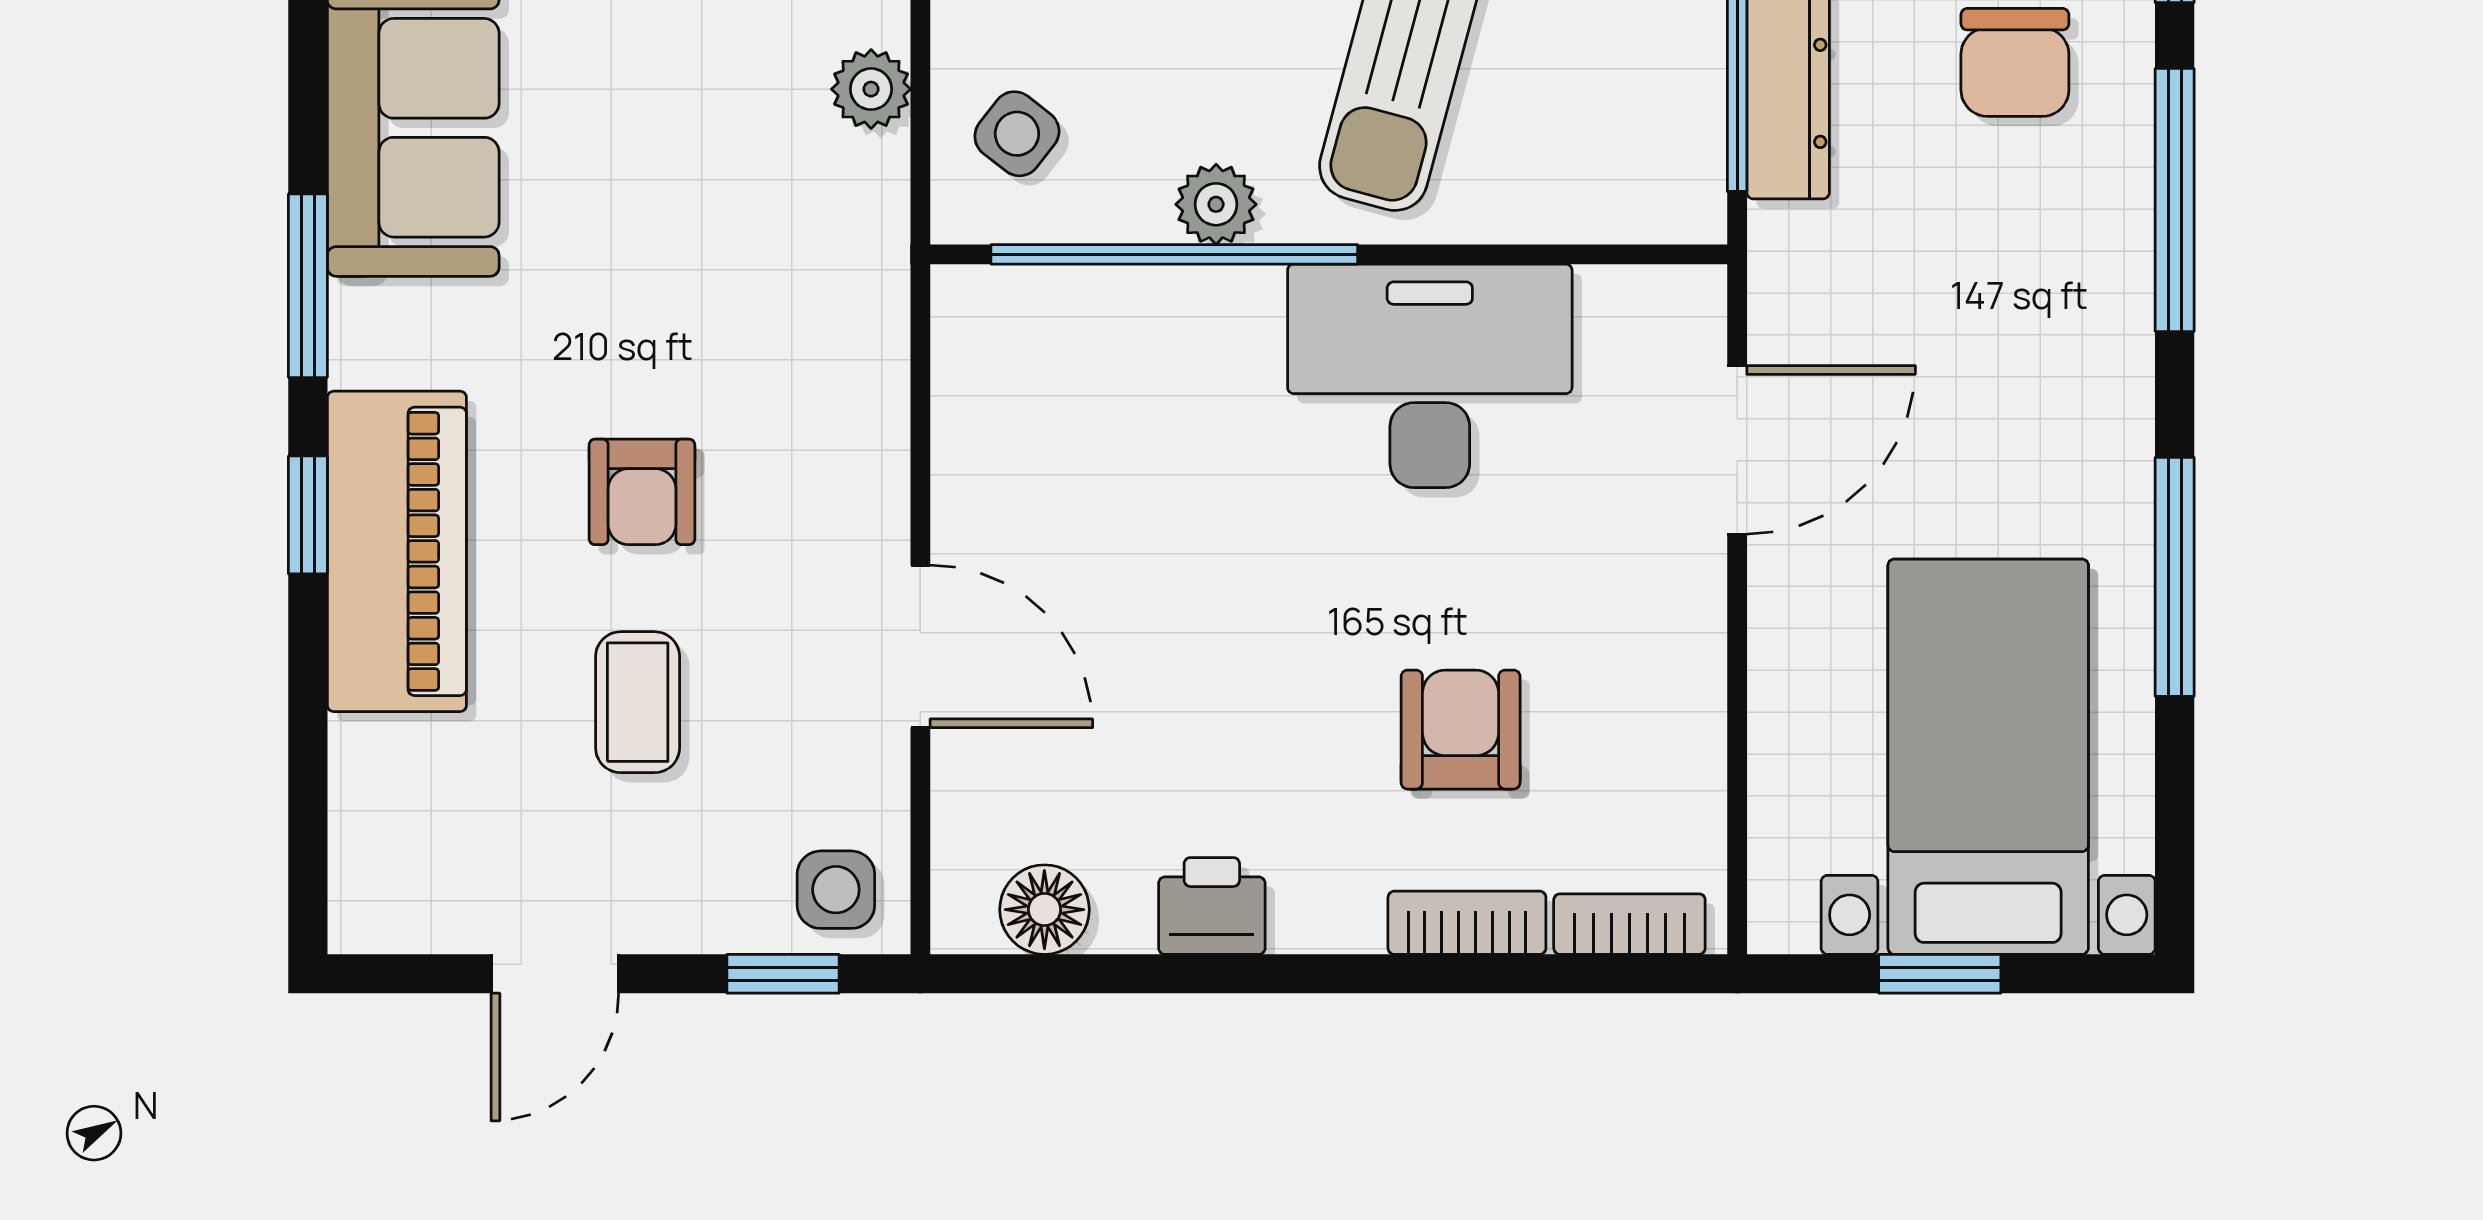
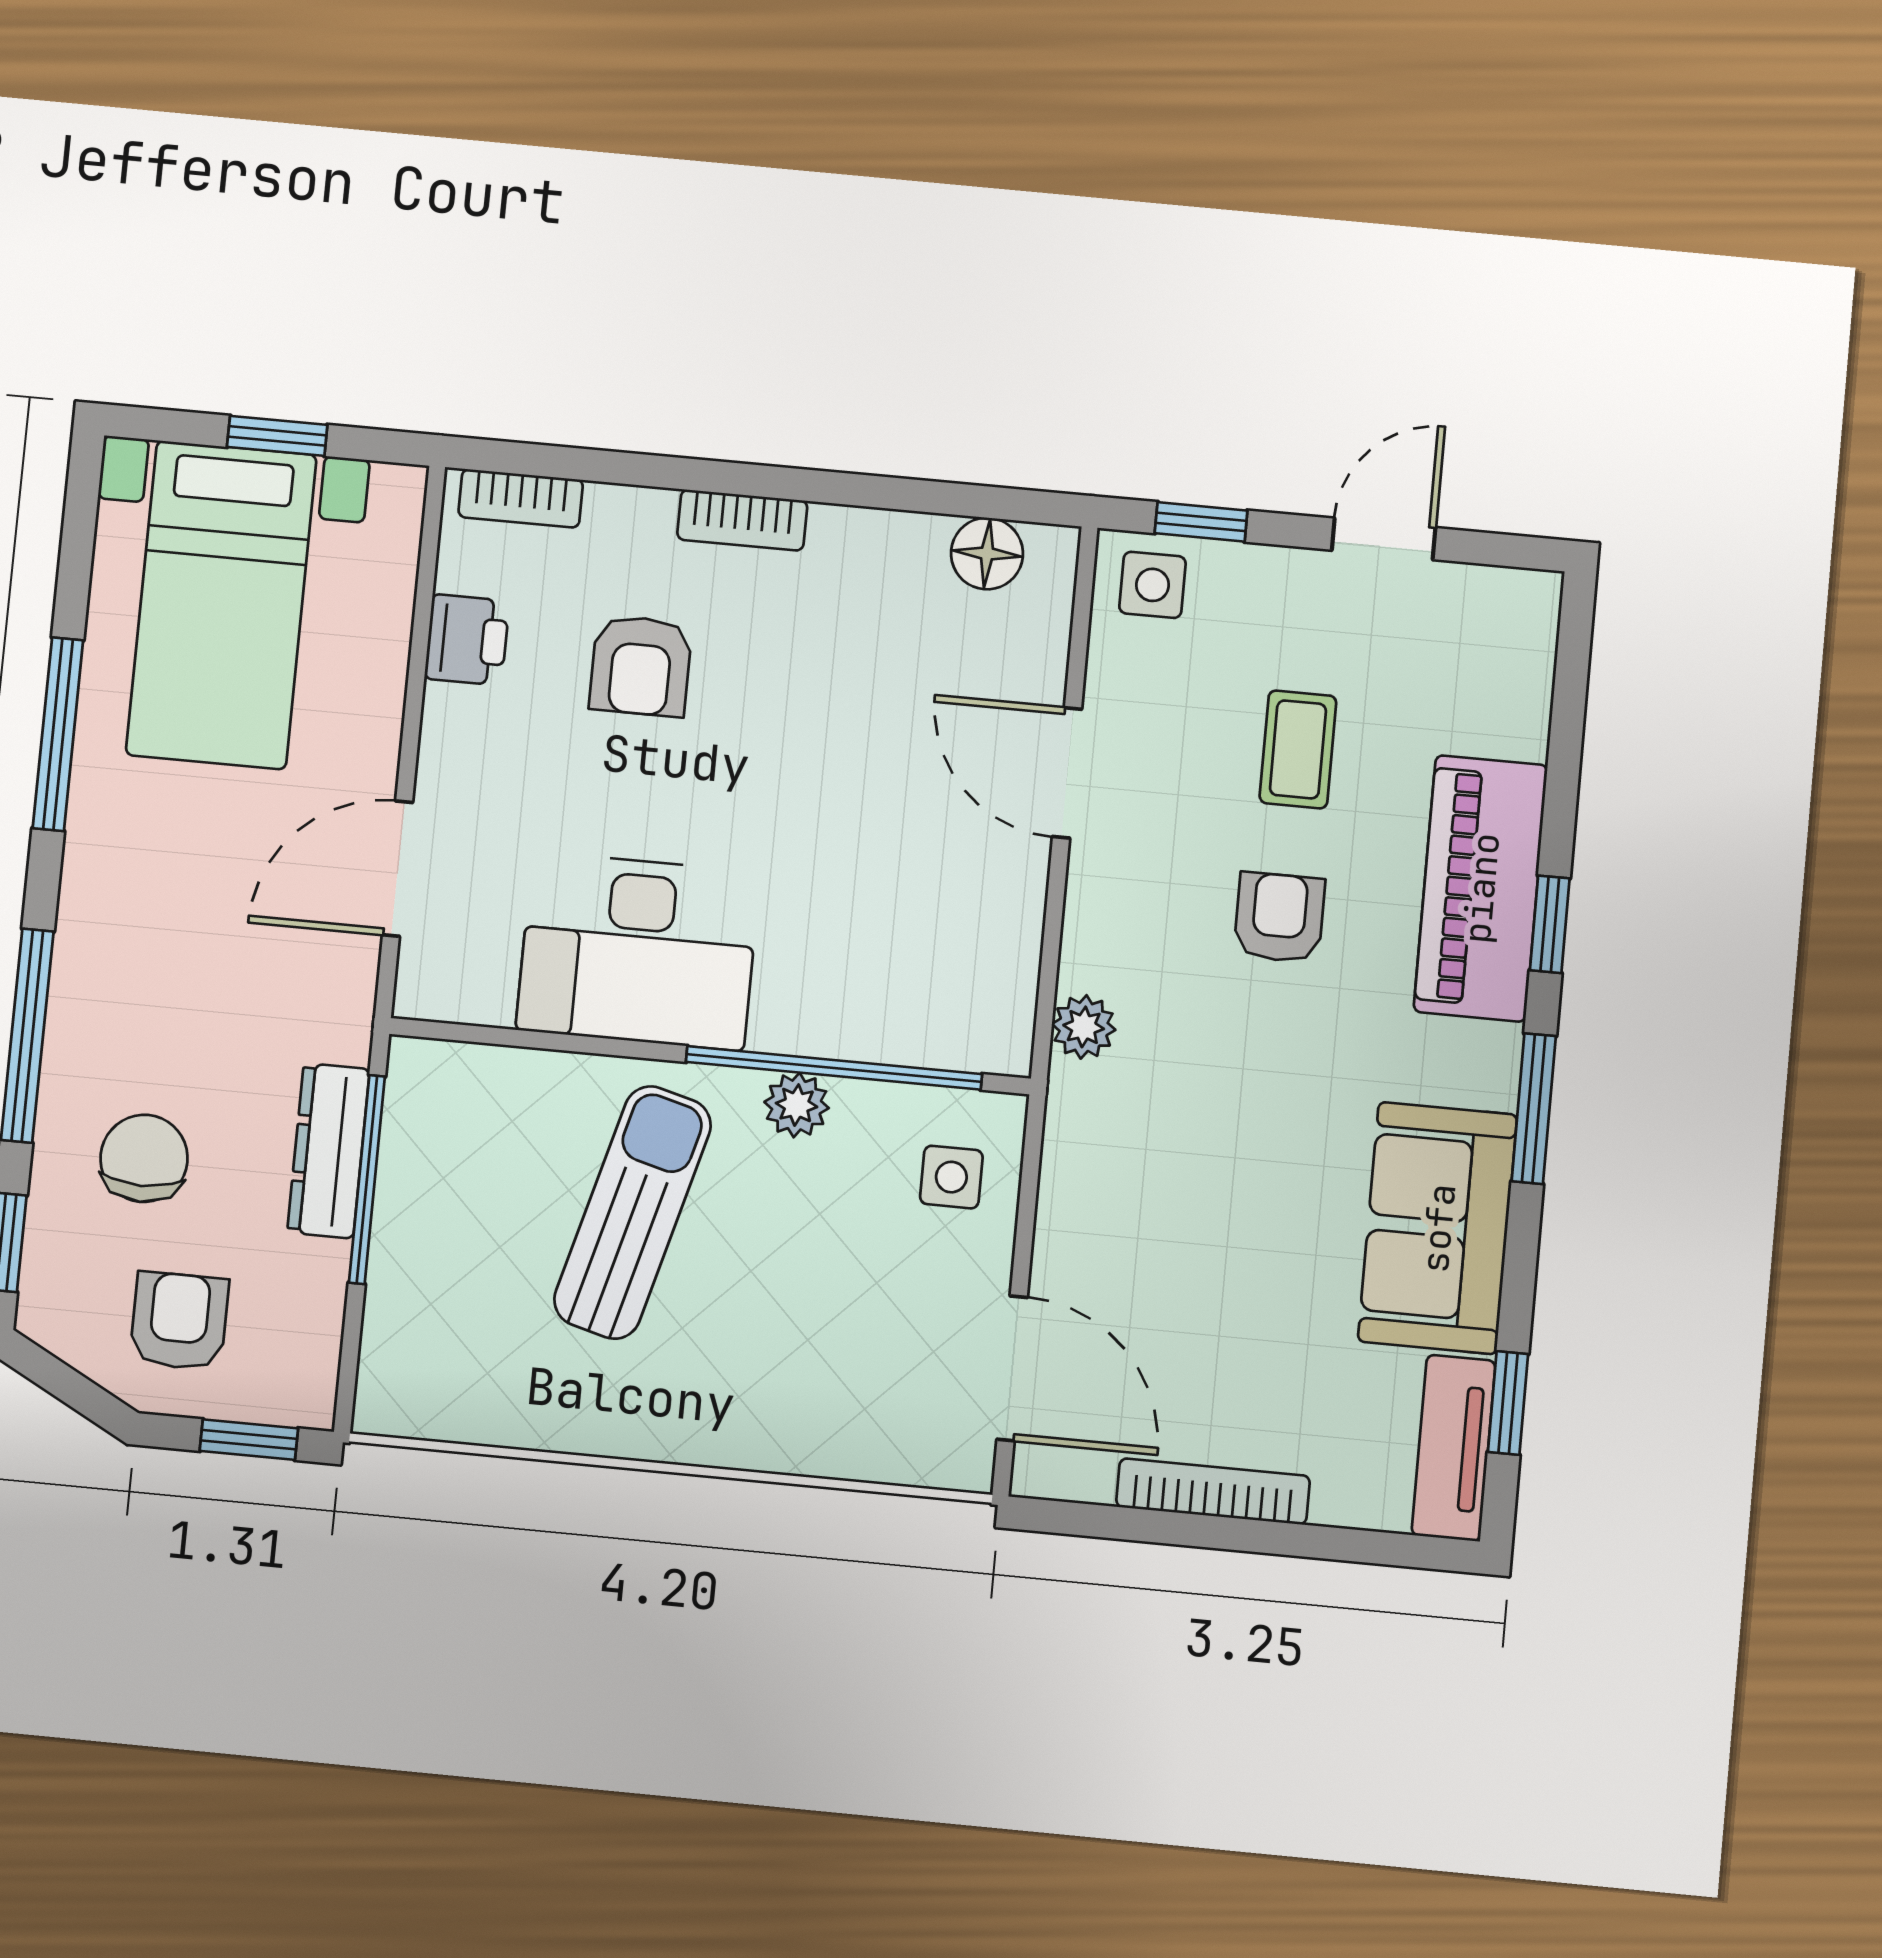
plant: (871, 89) -> (1084, 1027), moved
side table: (1017, 134) -> (951, 1177), turned -38
printer: (1212, 906) -> (467, 640), moved, turned -90
bookcase: (1467, 923) -> (742, 520), moved

